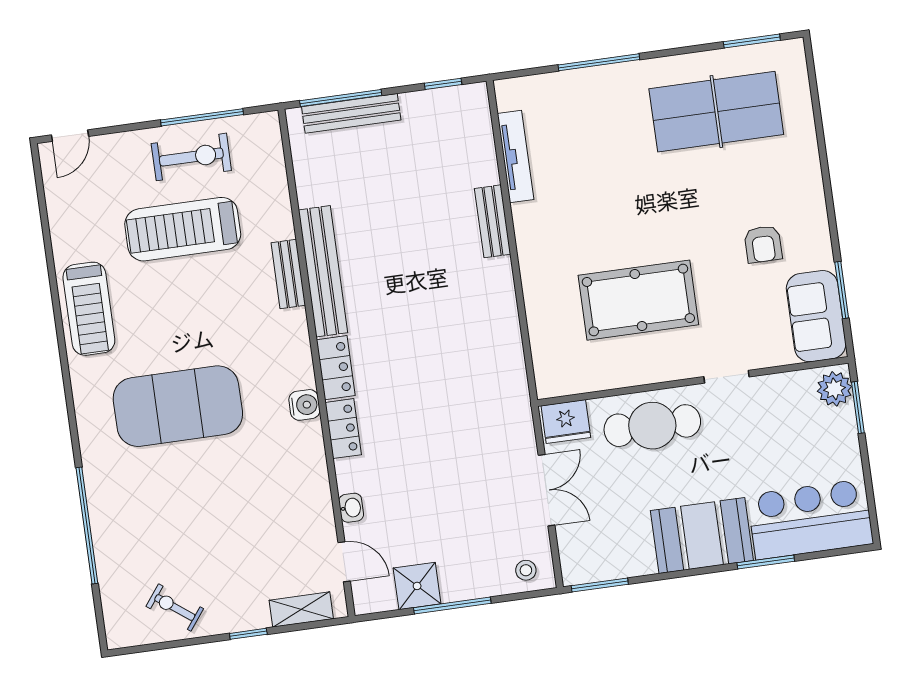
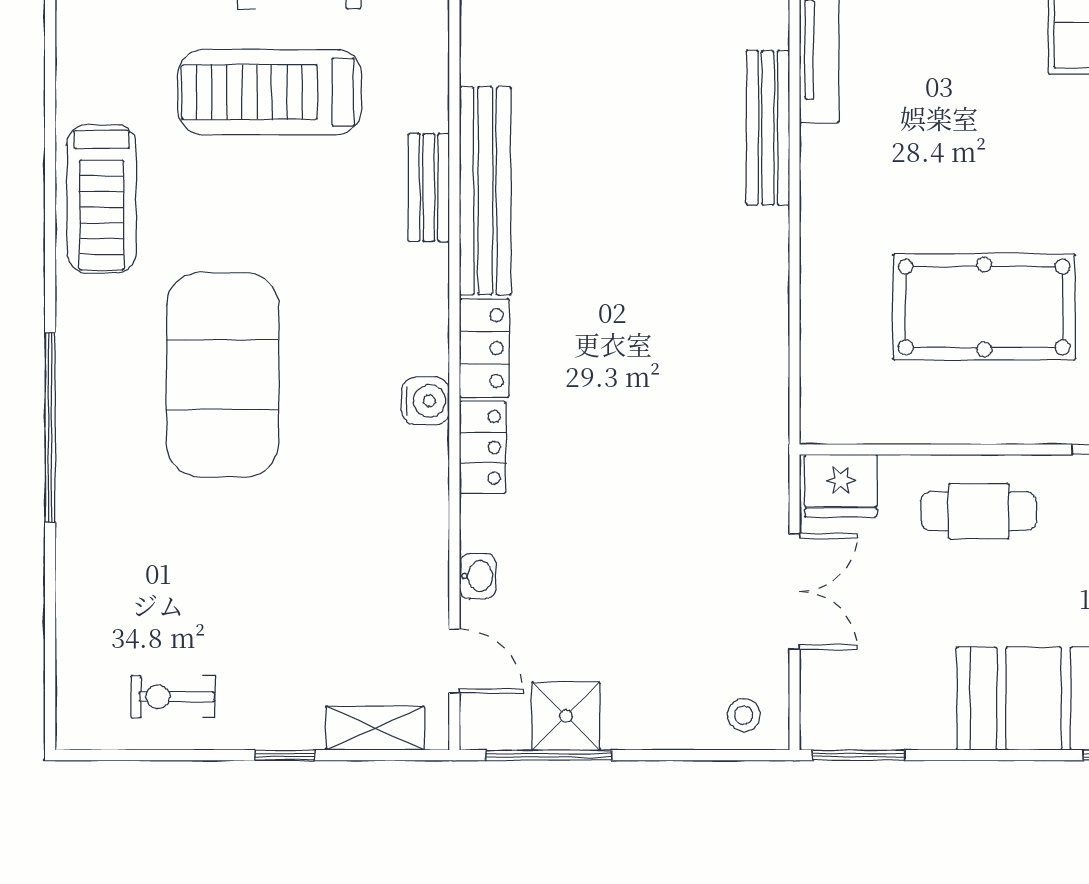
bench: (493, 221) -> (768, 128), width x1.36
exercise mat: (178, 406) -> (223, 375), turned 90
cafe table: (652, 426) -> (979, 511), width x0.73, depth x0.74
window: (87, 525) -> (50, 427), moved
window: (452, 605) -> (549, 755), moved
exercise bike: (175, 608) -> (173, 697), turned -37

